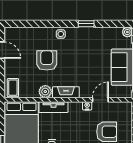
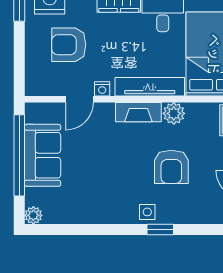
window: (86, 24) -> (160, 229), moved
tv unit: (53, 107) -> (150, 87), width x1.41

